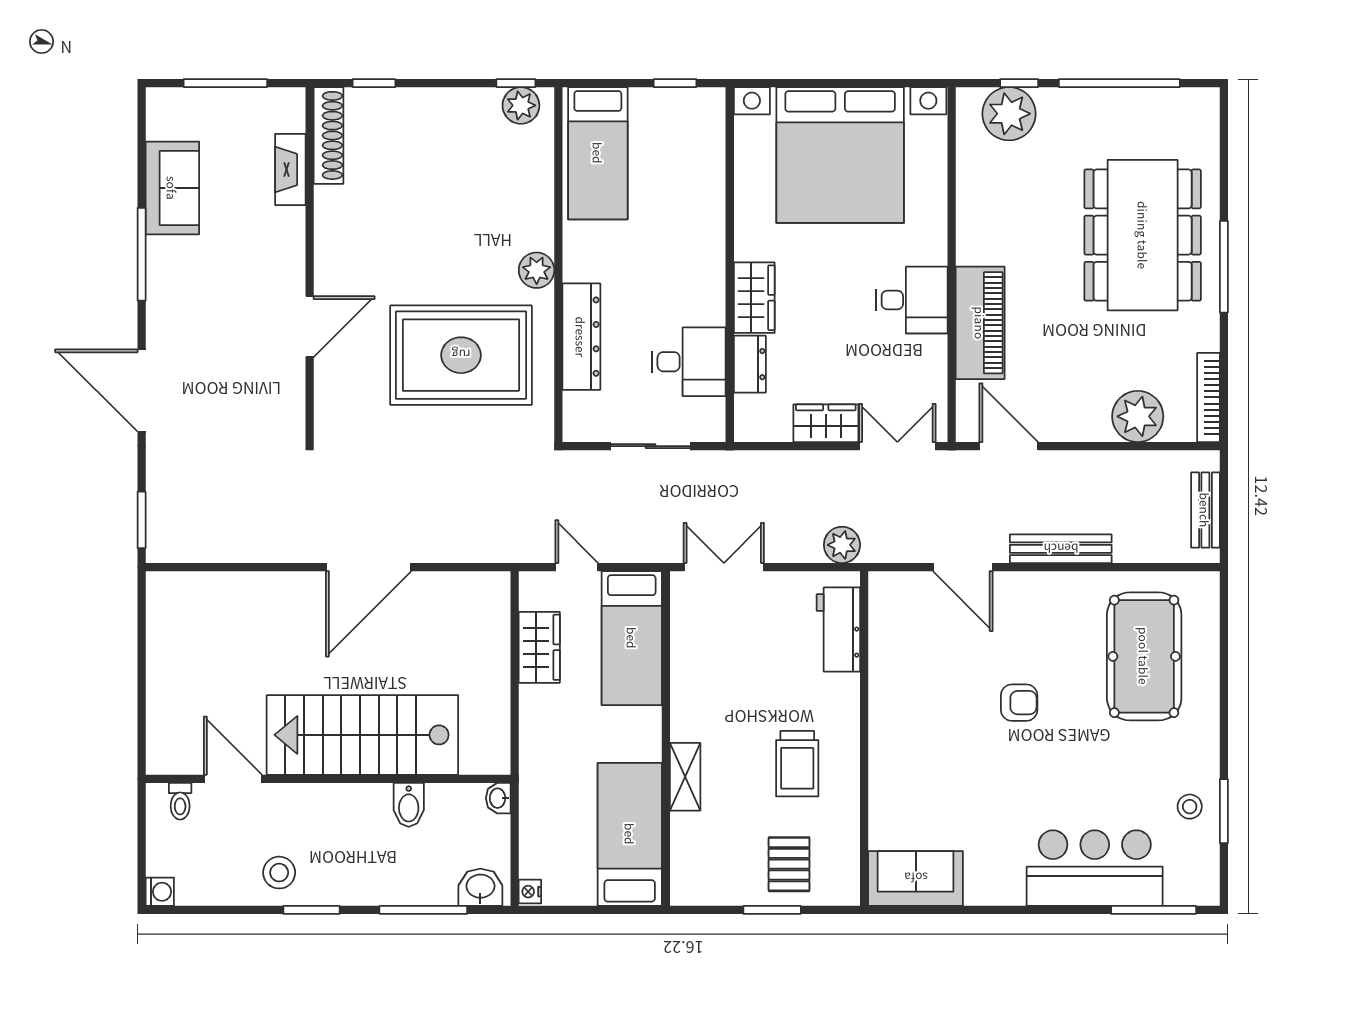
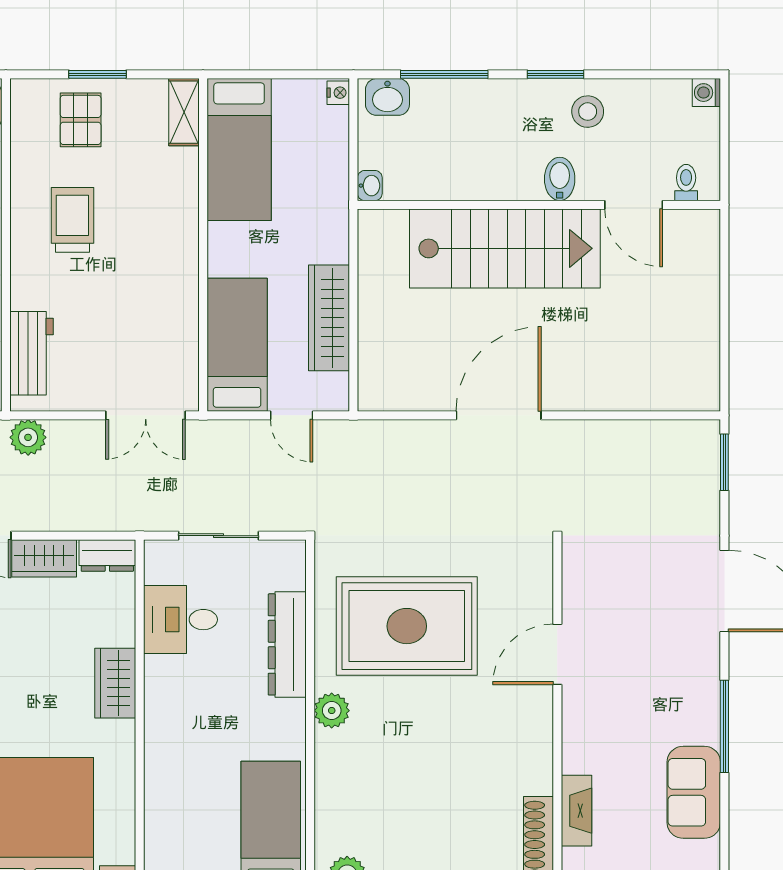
dresser: (750, 364) -> (107, 556), moved, turned -90
wardrobe: (539, 647) -> (329, 318), width x1.50
shelving: (685, 777) -> (184, 112), moved
bidet: (409, 805) -> (560, 179), moved

